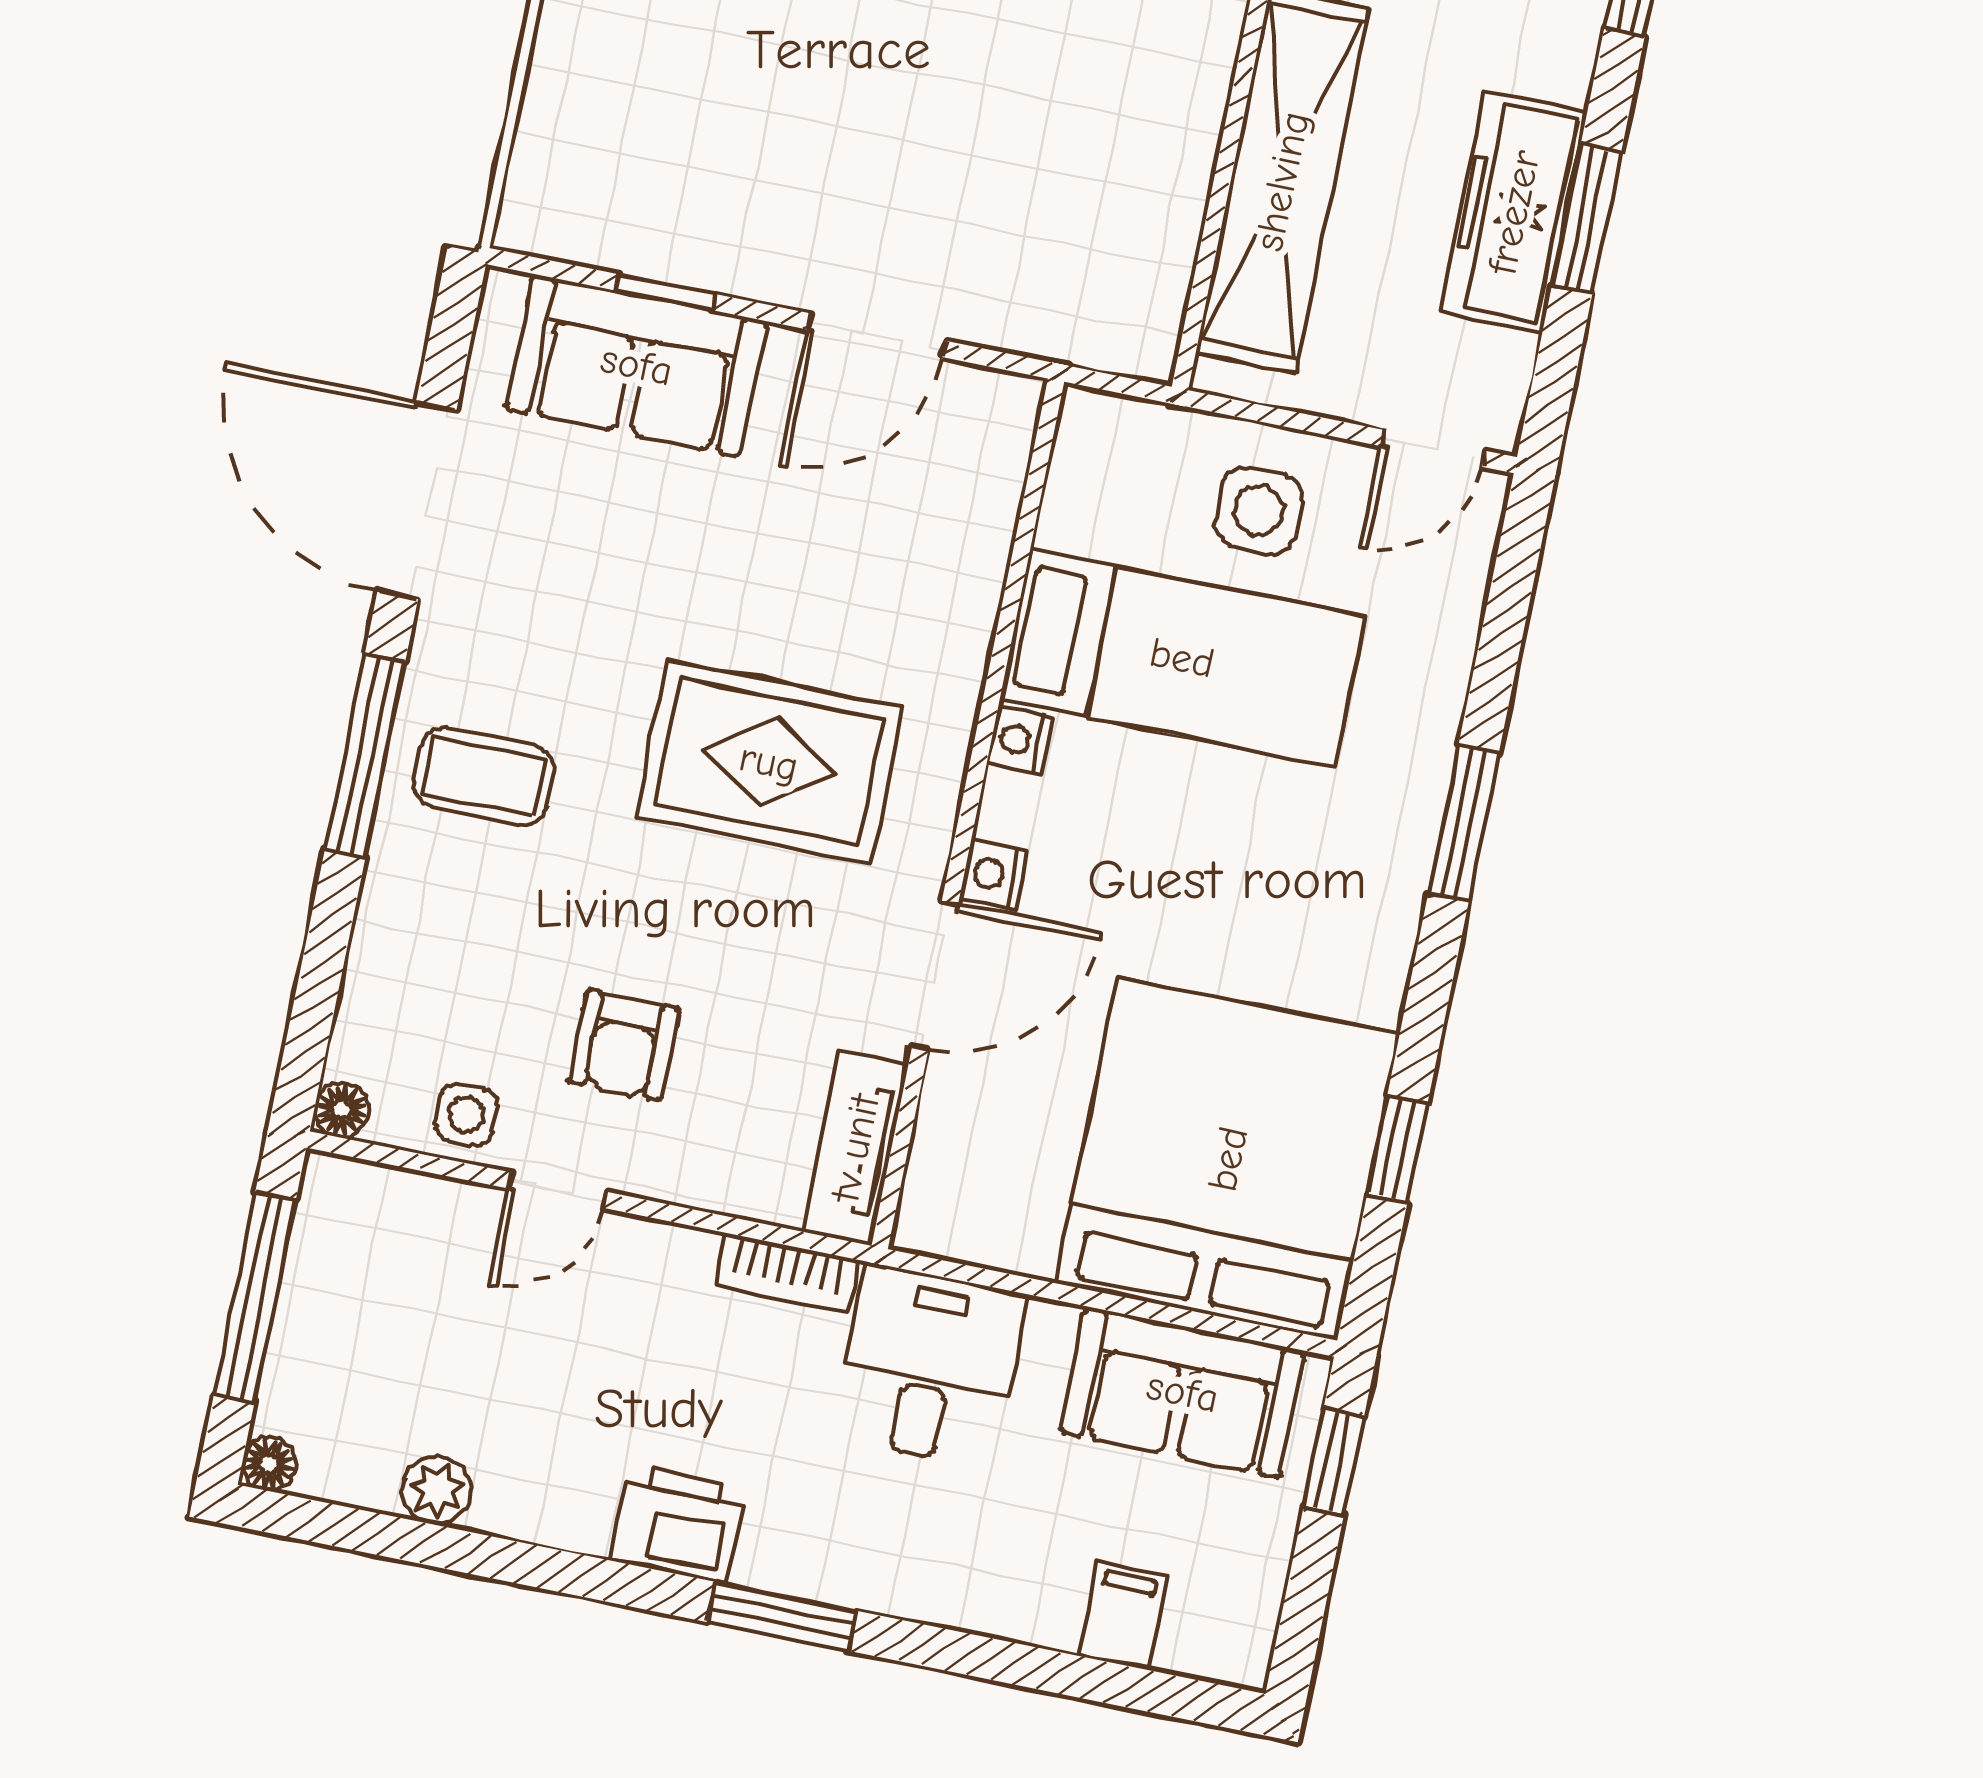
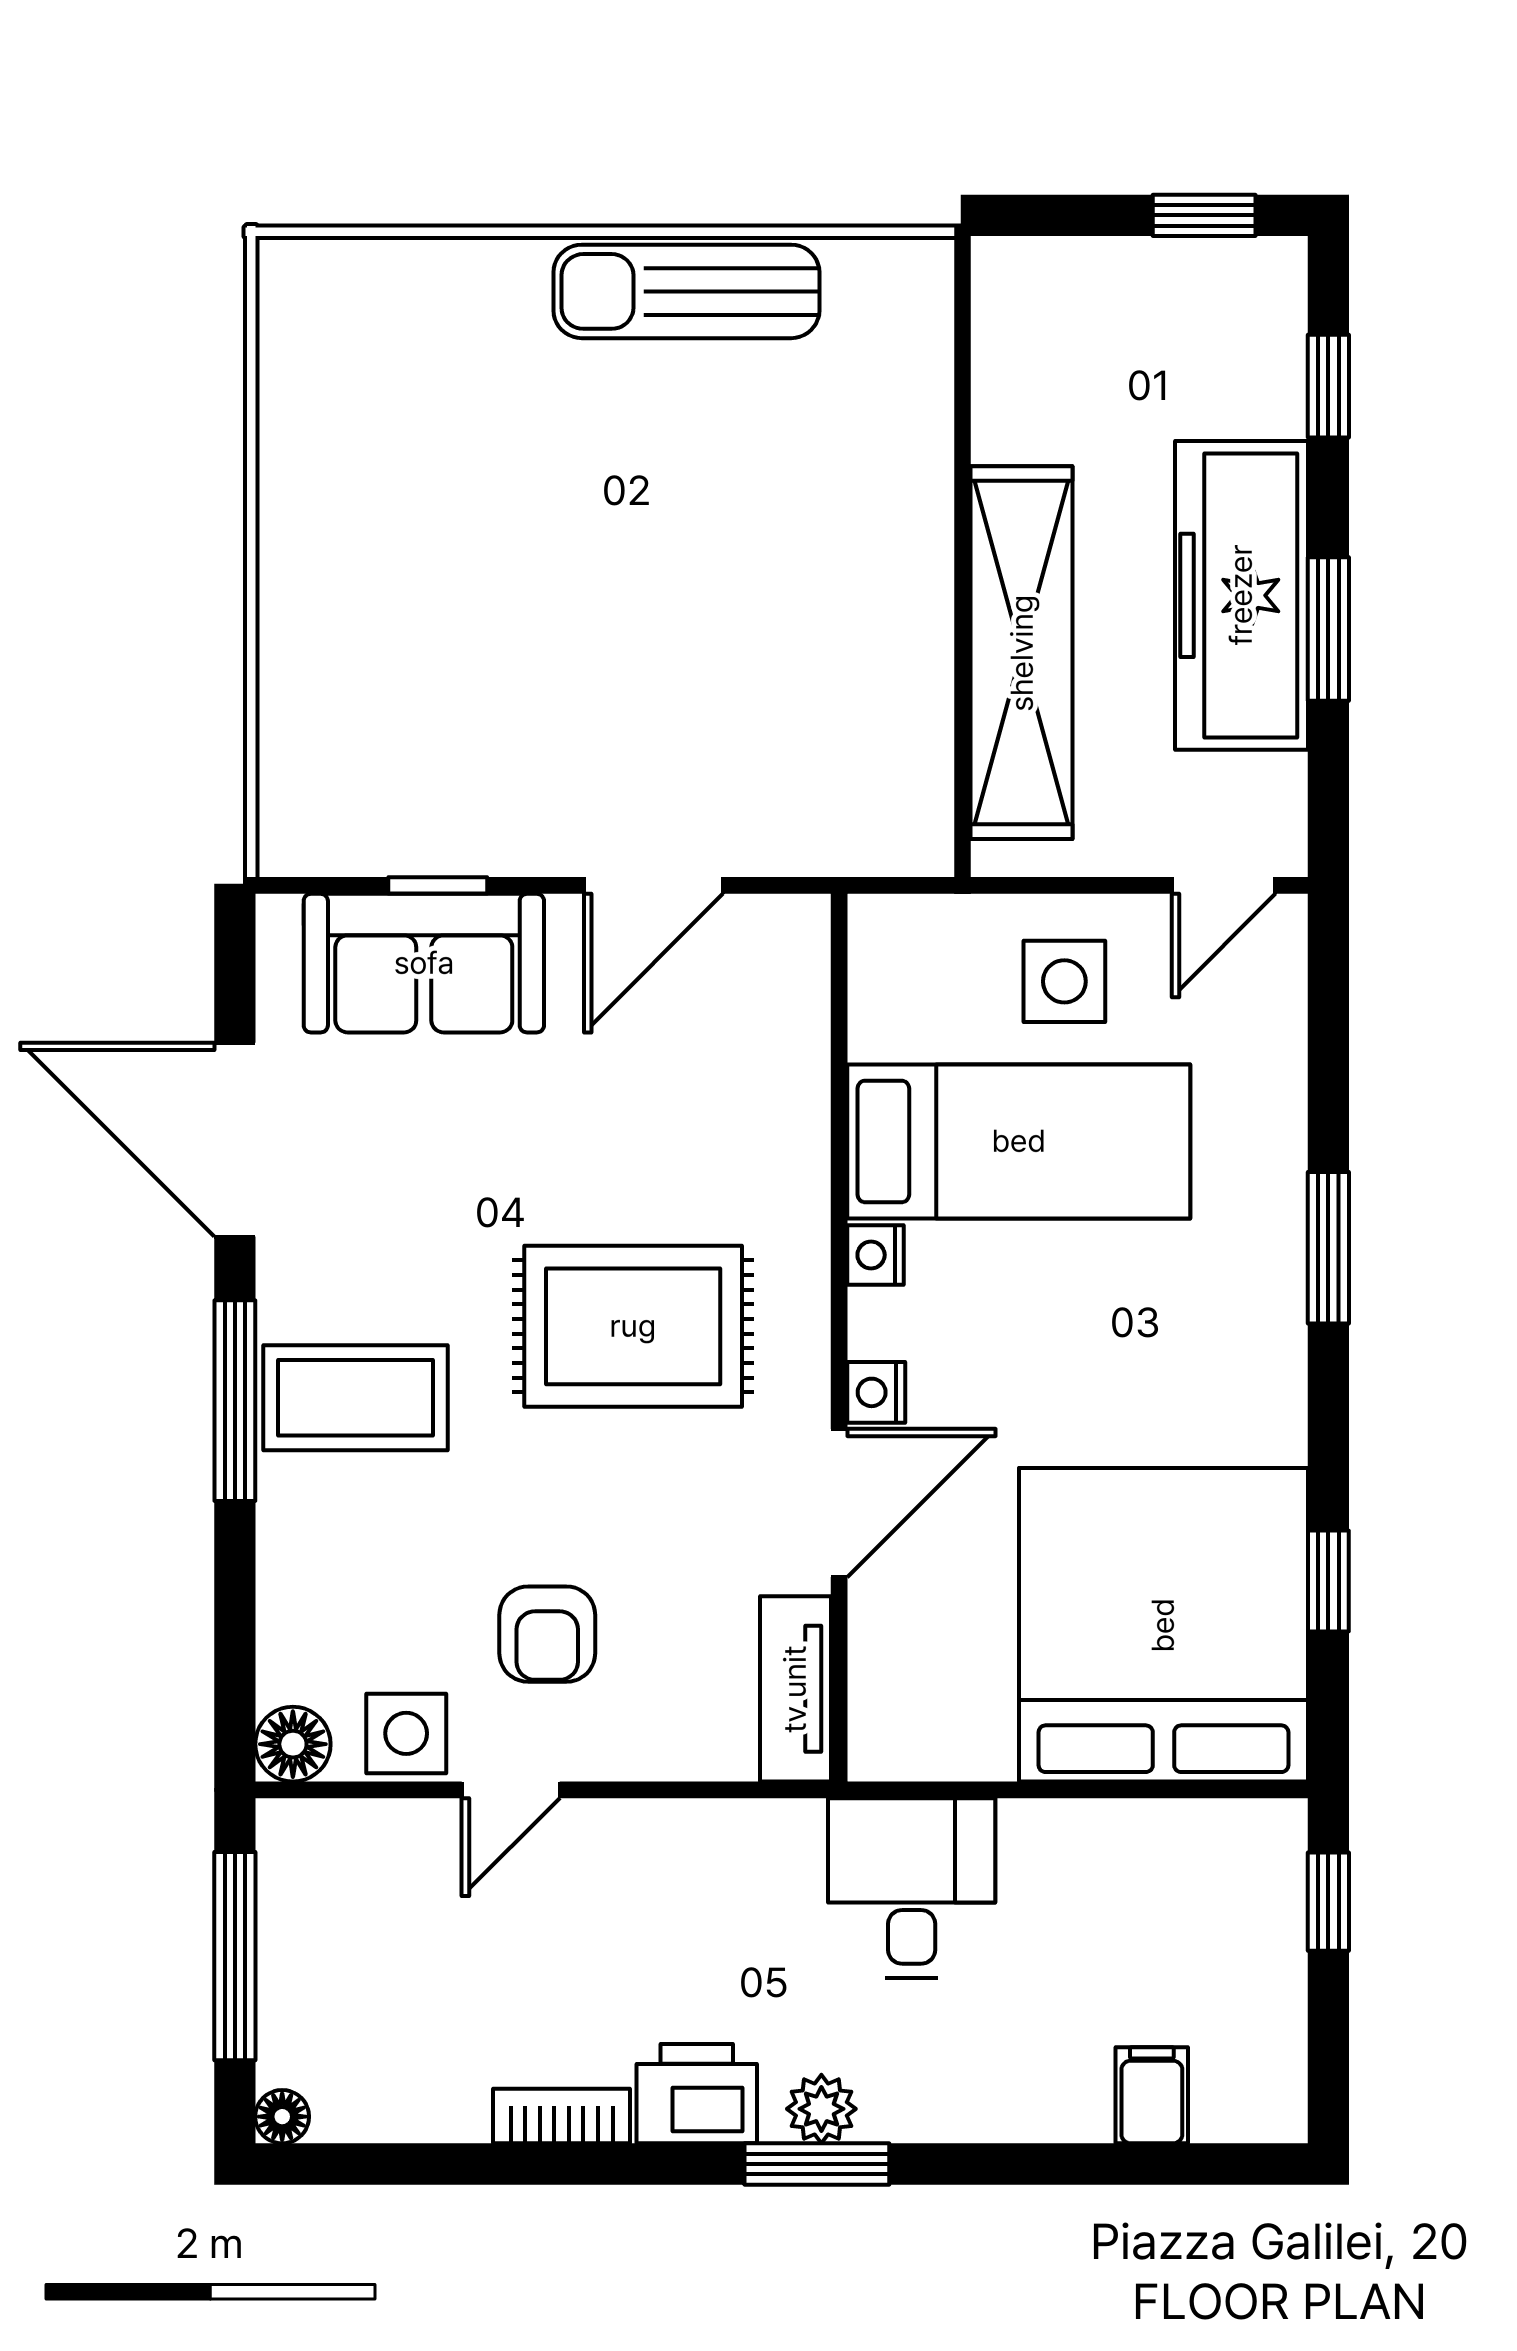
freezer: (1514, 212) -> (1241, 595), width x1.36, depth x1.26
coffee table: (484, 776) -> (356, 1398), width x1.36, depth x1.30
floor lamp: (342, 1110) -> (293, 1744), width x1.37, depth x1.37
side table: (466, 1114) -> (406, 1733), width x1.37, depth x1.37
bookcase: (787, 1273) -> (562, 2116), moved, turned 180
sofa: (1183, 1392) -> (1166, 1863), removed
plant: (437, 1490) -> (821, 2109), moved

